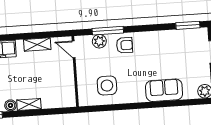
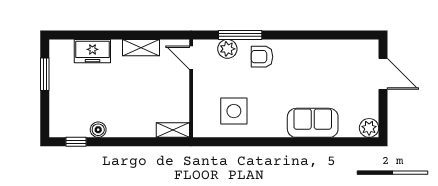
window: (188, 25) -> (352, 35), removed
armchair: (124, 45) -> (262, 57), turned 180
shelving: (29, 104) -> (173, 130), moved

